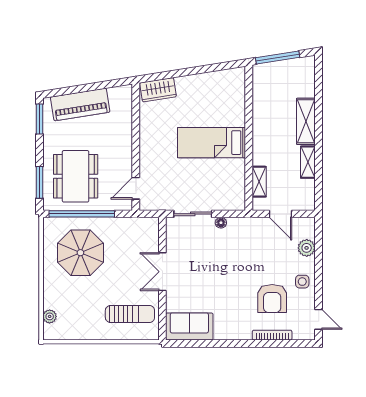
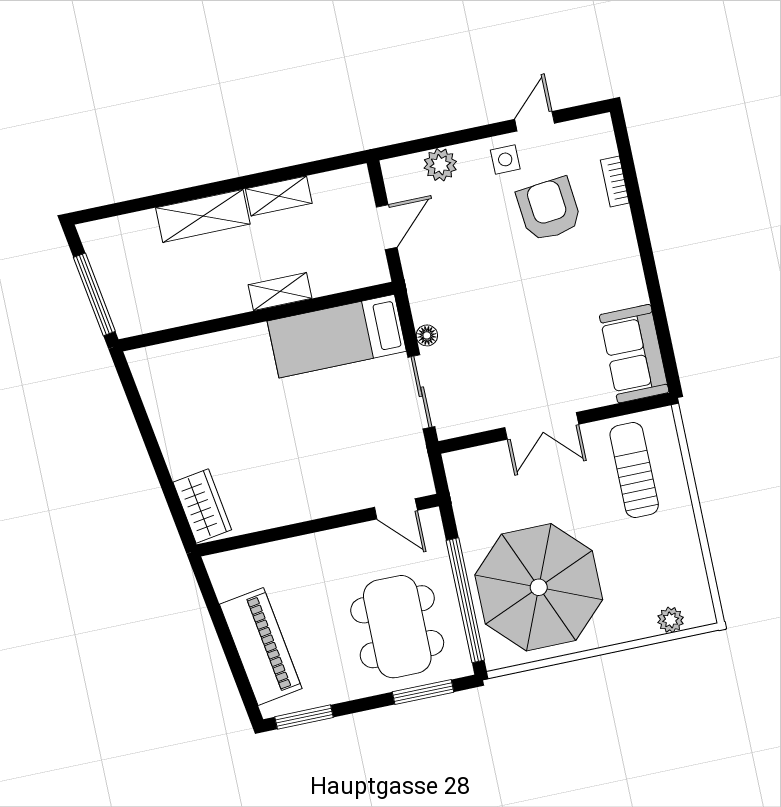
bed: (212, 143) -> (337, 336), moved, turned 90
dining table: (76, 176) -> (397, 627), turned 90
shelving: (259, 182) -> (280, 292), moved
parasol: (80, 253) -> (539, 587), width x1.36, depth x1.36
armchair: (272, 299) -> (549, 209), turned -96
door: (319, 319) -> (535, 121), moved
bookcase: (272, 335) -> (615, 182), width x0.64

